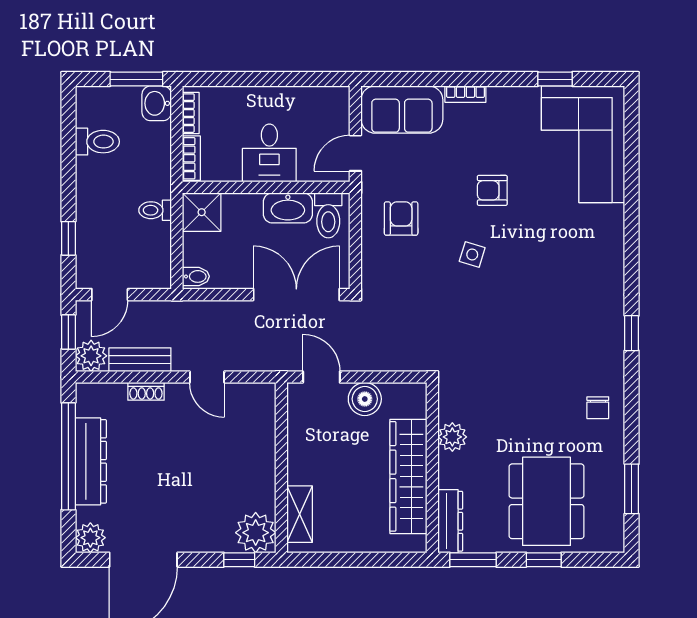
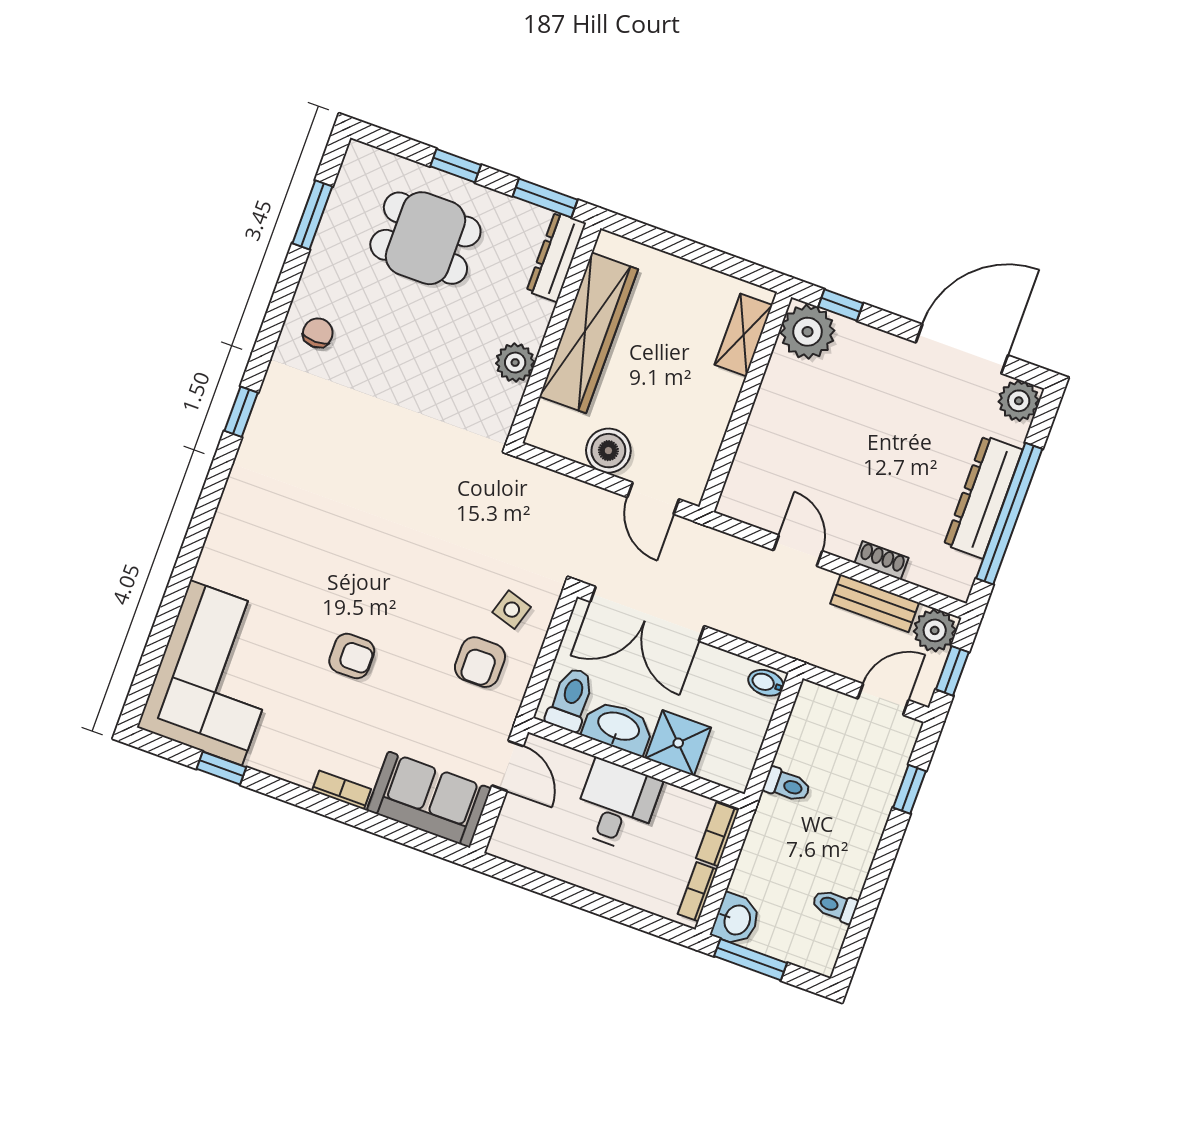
toilet: (97, 142) -> (835, 906), width x0.73, depth x0.72
door: (355, 153) -> (508, 766), hinge flipped
shower: (202, 212) -> (678, 743), moved
side table: (472, 254) -> (512, 610), moved
dining table: (547, 501) -> (425, 238), width x0.73

